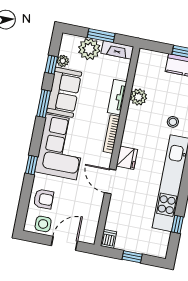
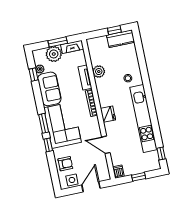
window: (44, 104) -> (44, 123), moved
door: (110, 181) -> (106, 145), moved
window: (177, 224) -> (161, 153), moved

